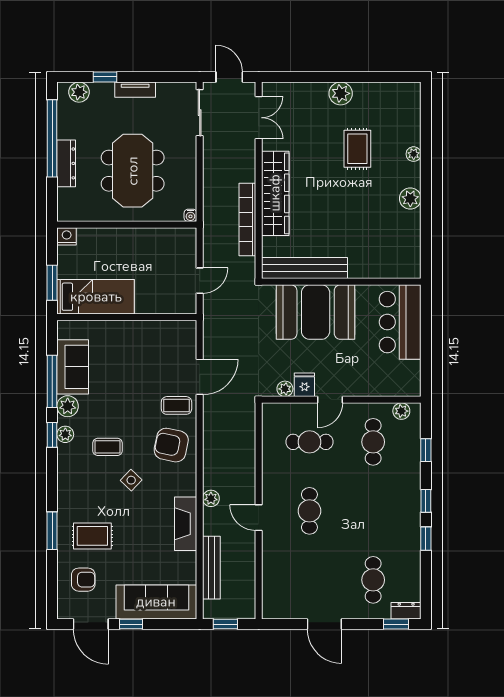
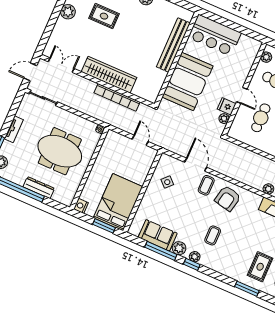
bench: (304, 268) -> (173, 45), moved
bed: (96, 297) -> (118, 202), width x1.50
side table: (131, 480) -> (167, 182), moved

